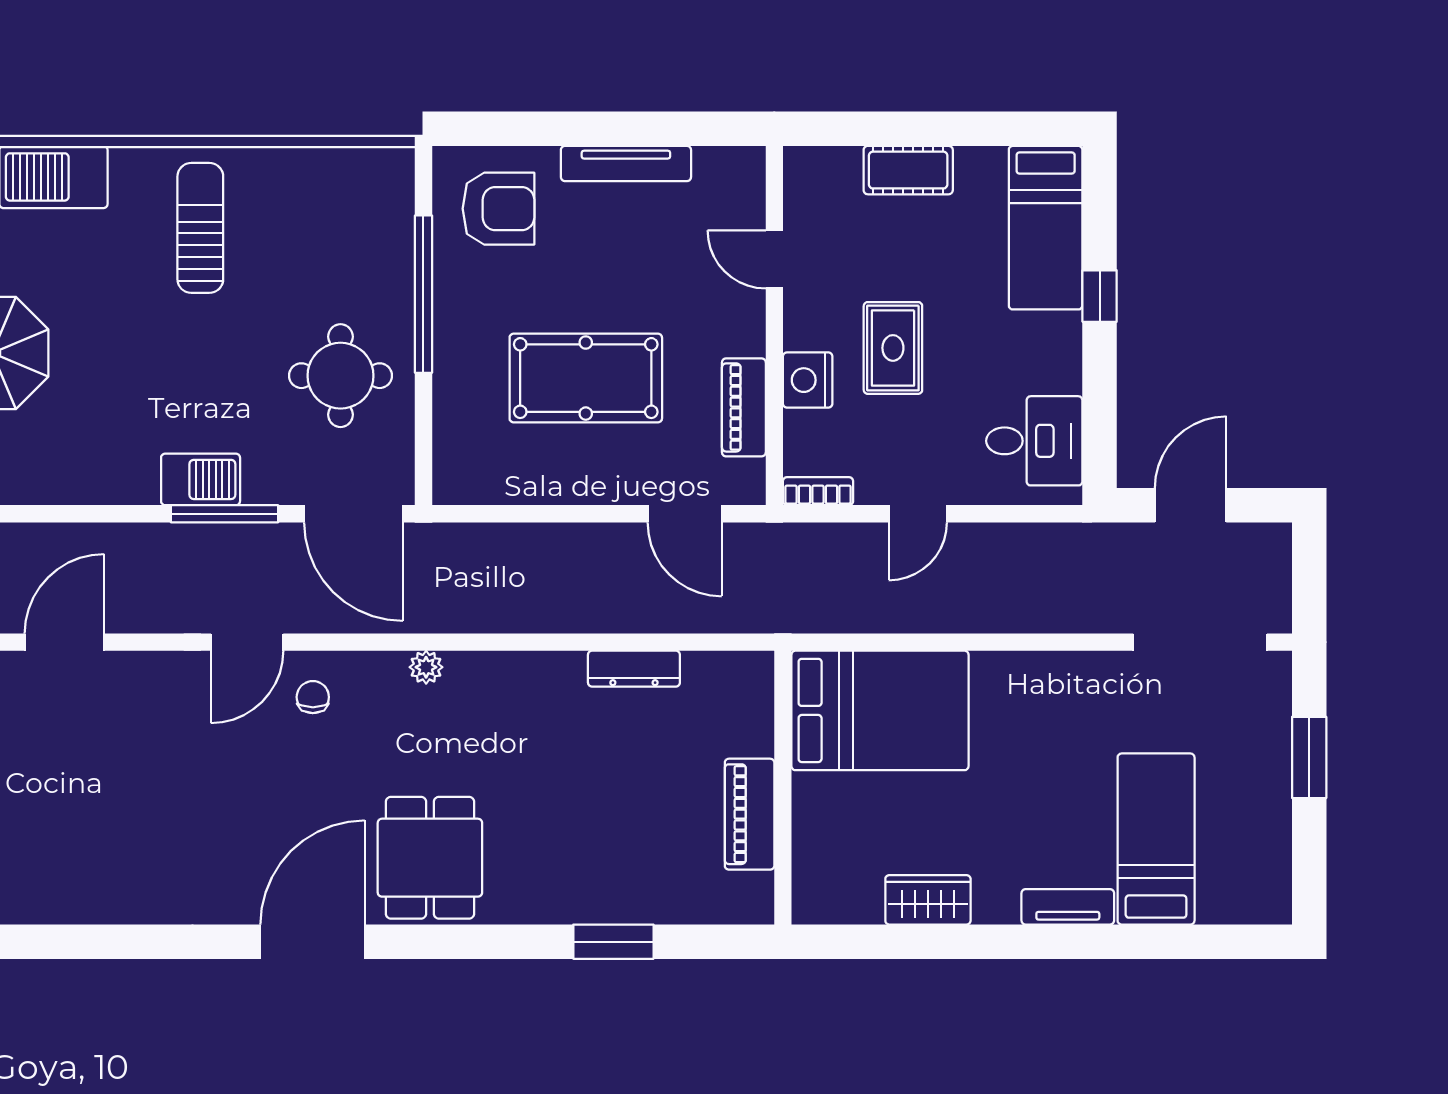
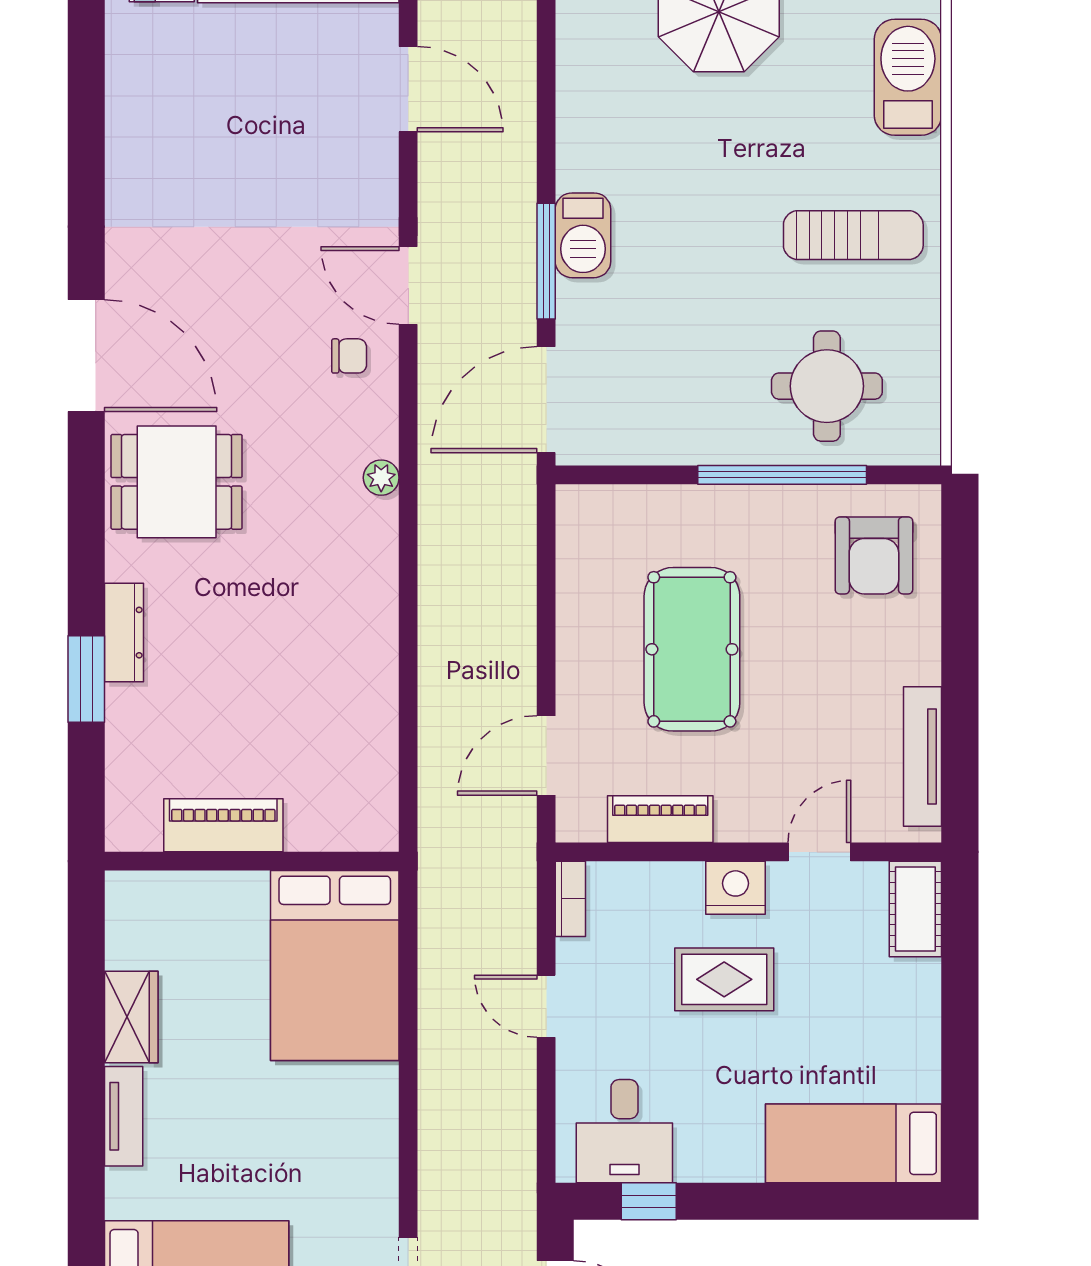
tv unit: (626, 163) -> (923, 756), moved
cot: (908, 170) -> (915, 909), moved
window: (1100, 296) -> (649, 1201), moved
round table: (341, 376) -> (827, 386), moved
nightstand: (808, 380) -> (736, 888), moved
dresser: (634, 669) -> (124, 633), moved, turned 180
tv unit: (1068, 907) -> (124, 1116), moved

